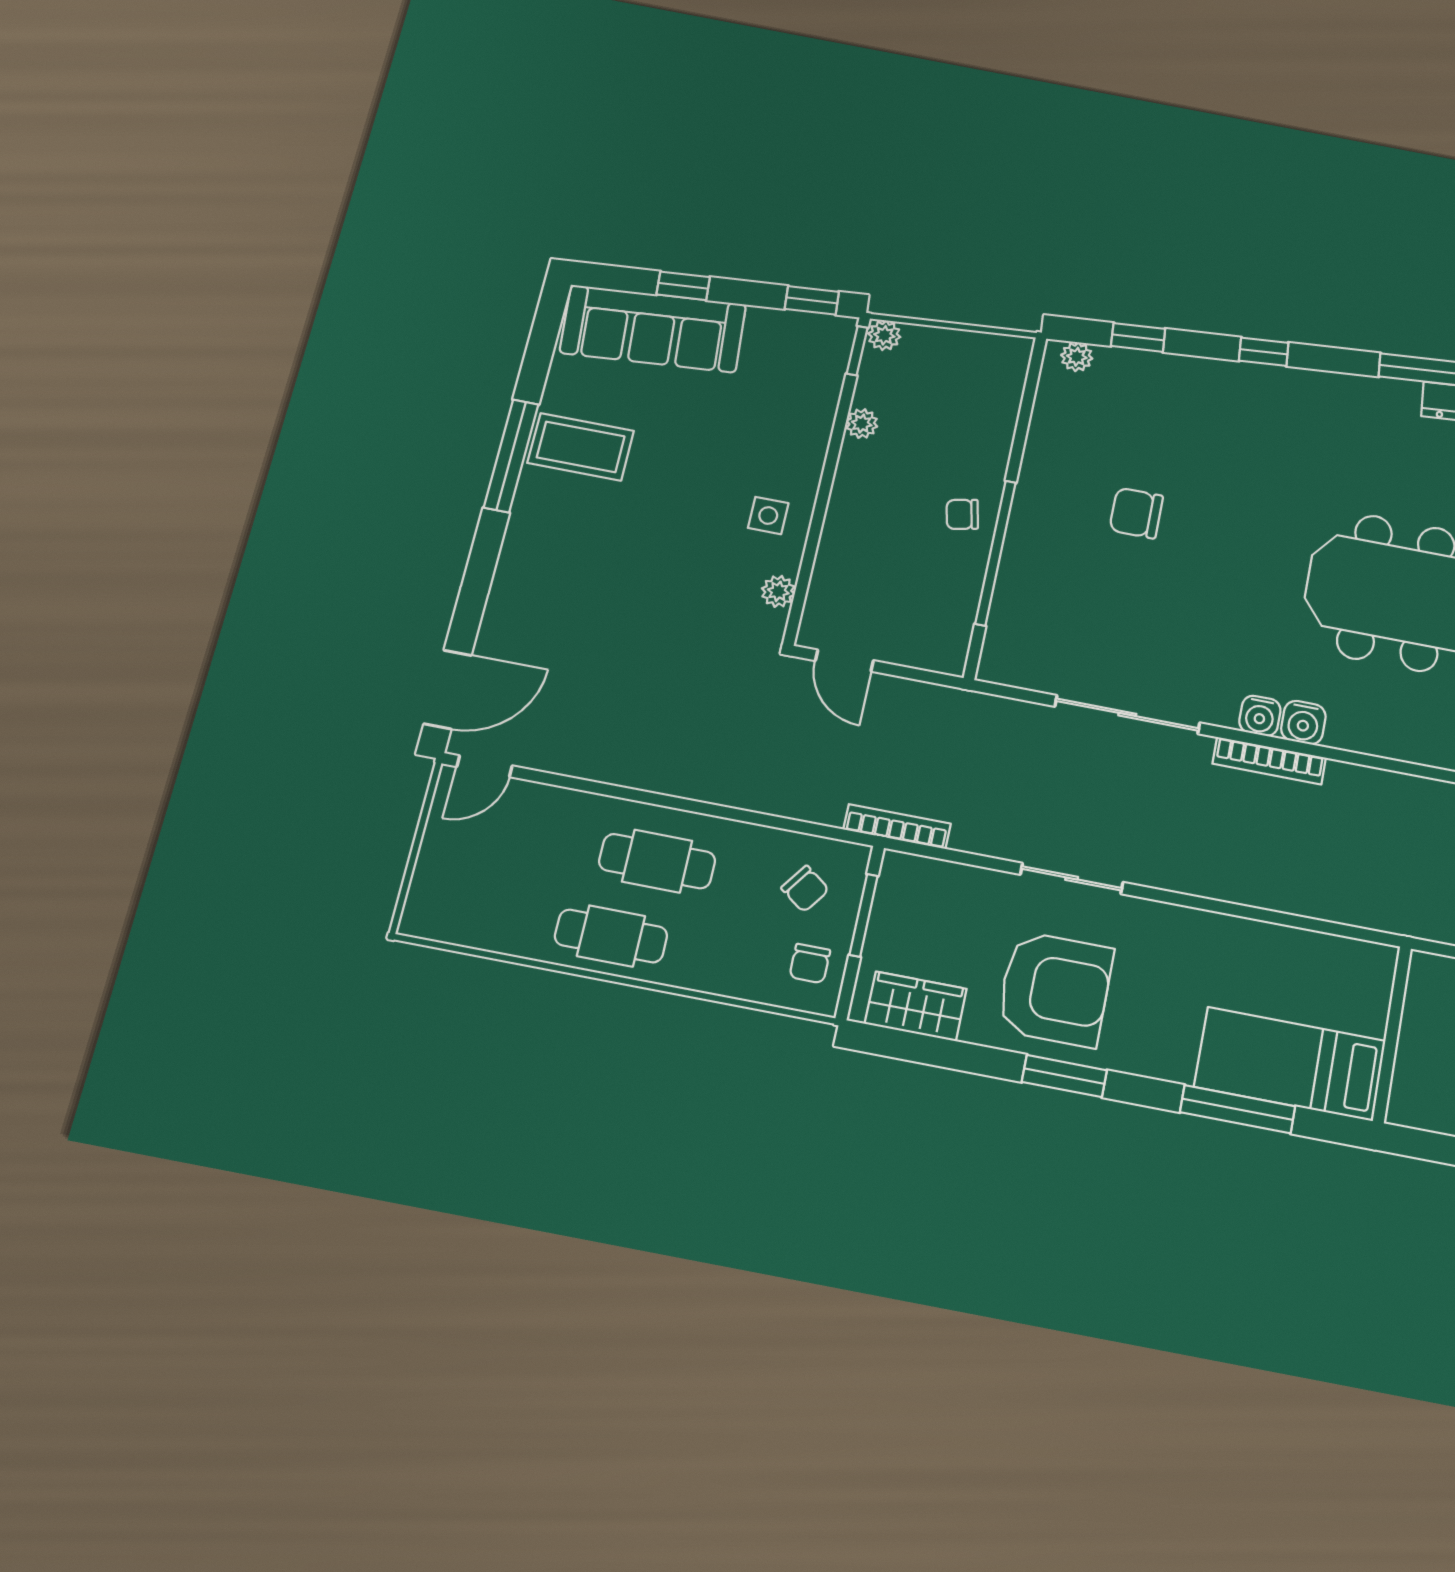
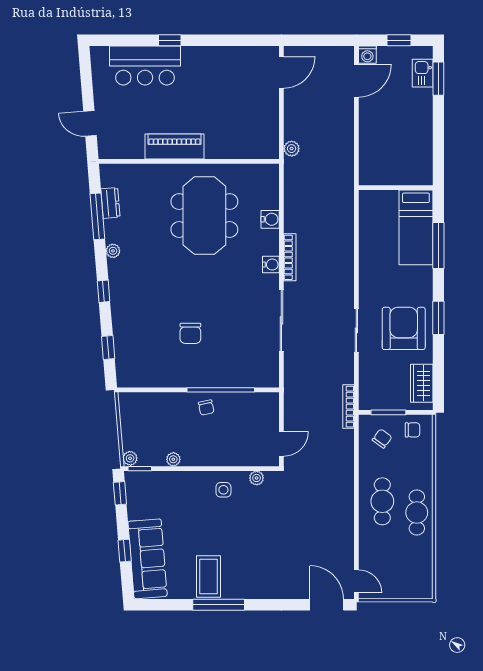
plant: (1077, 357) -> (113, 251), moved
water cooler: (1303, 723) -> (270, 219), moved

